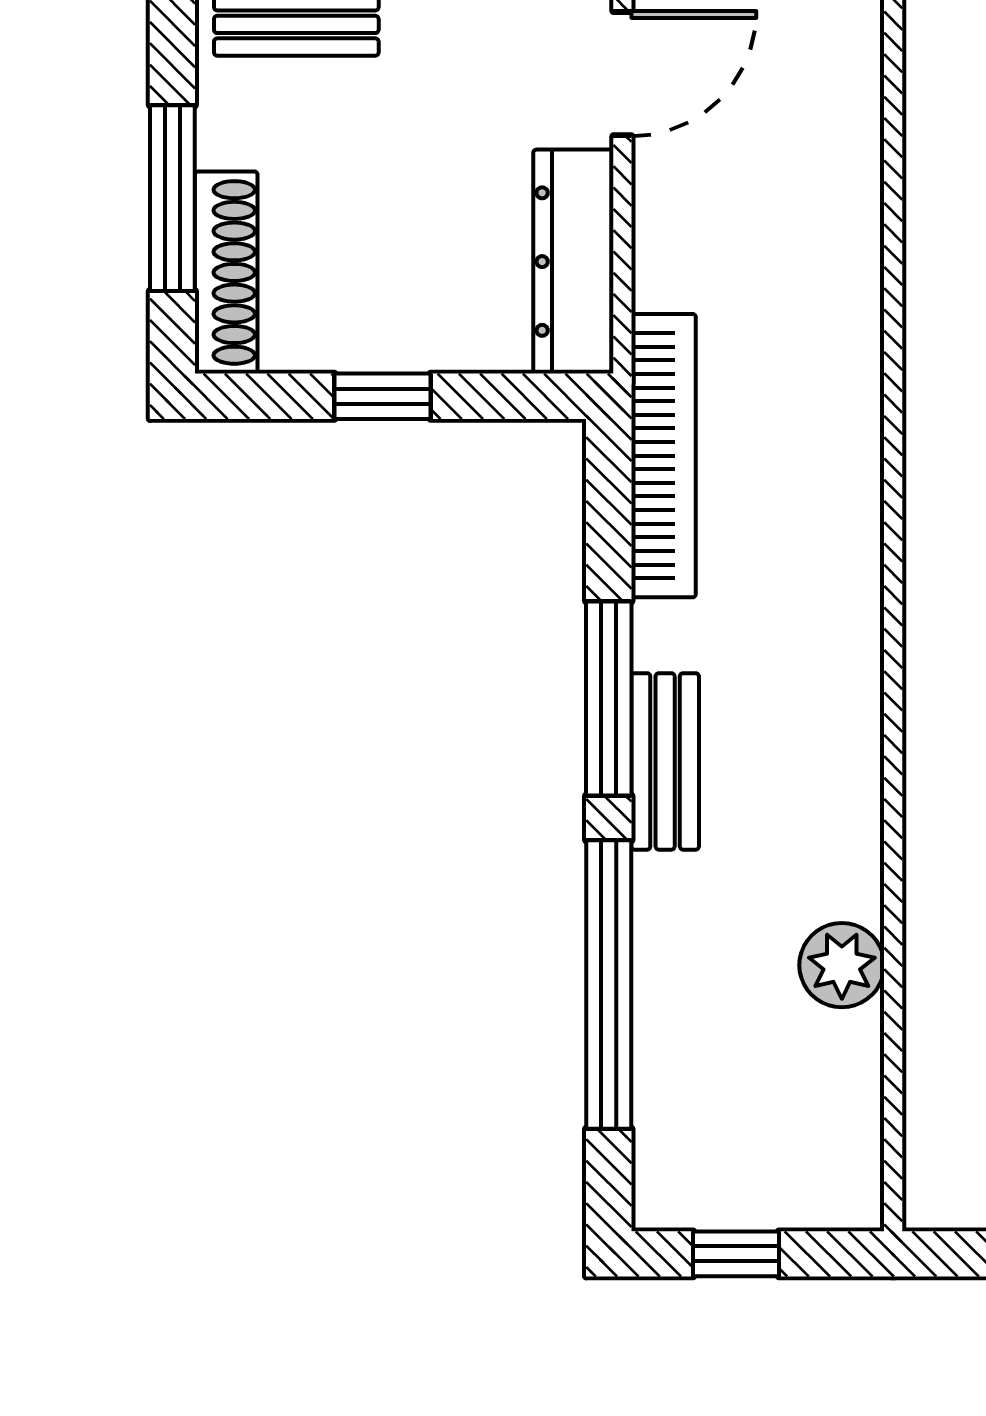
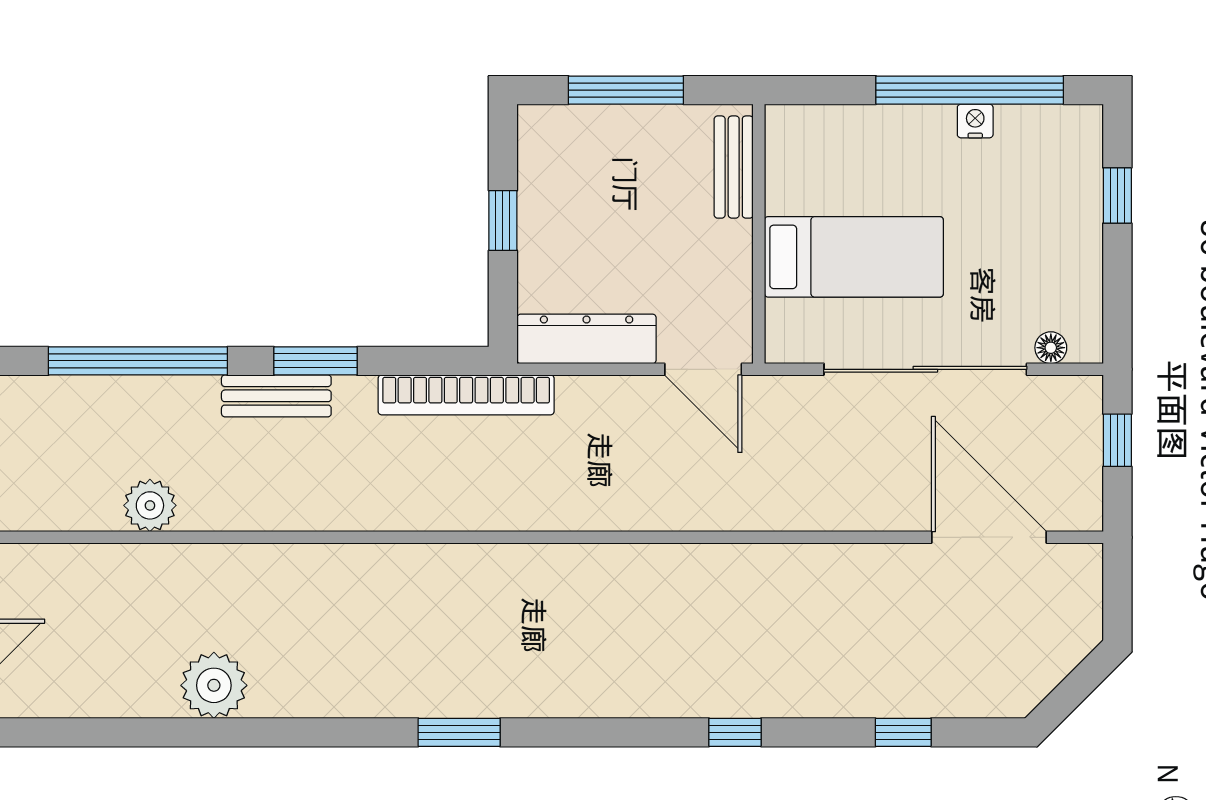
shoe rack: (226, 272) -> (580, 124), removed
window: (609, 698) -> (315, 361), width x0.69

